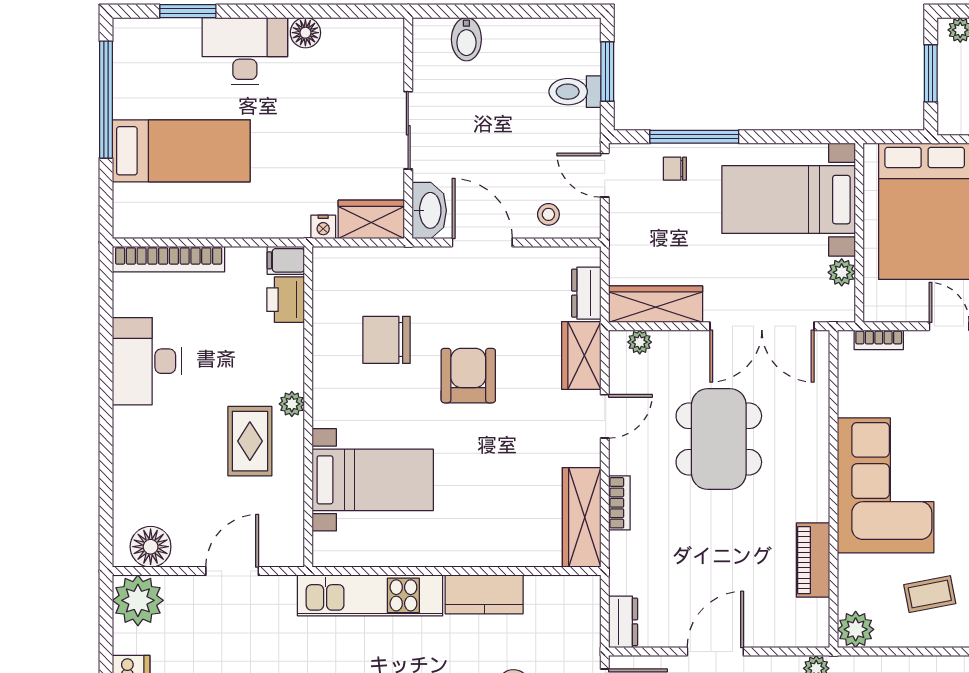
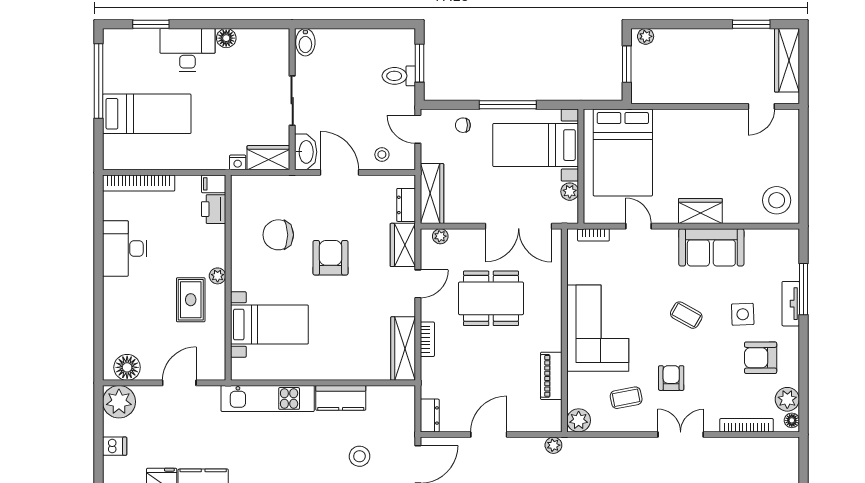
bidet: (466, 39) -> (305, 42), moved
window: (694, 137) -> (508, 105), moved
wardrobe: (656, 304) -> (432, 194), moved, turned 90
dining table: (719, 439) -> (491, 298), turned 90

